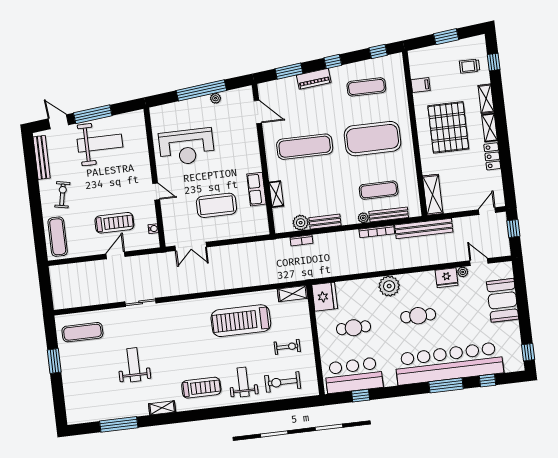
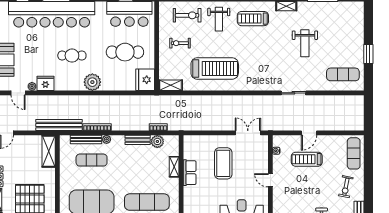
coffee table: (216, 205) -> (223, 163), turned 90
cafe table: (353, 328) -> (125, 52), width x1.37, depth x1.35

